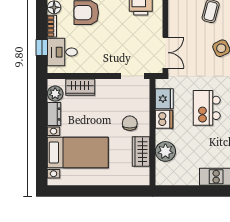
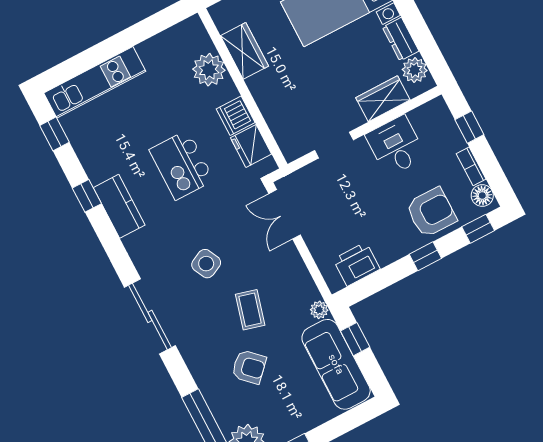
desk: (62, 52) -> (396, 146), moved, turned -90
doorway: (132, 76) -> (334, 145), moved
kitchen island: (207, 108) -> (182, 165), turned 180
chair: (130, 123) -> (283, 84), removed

